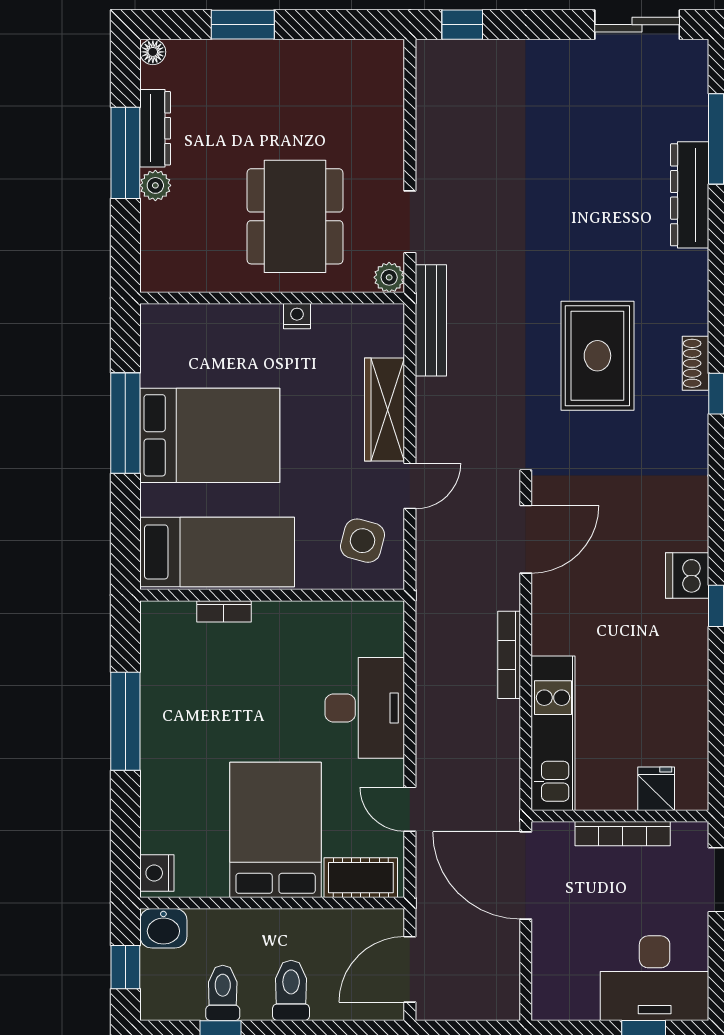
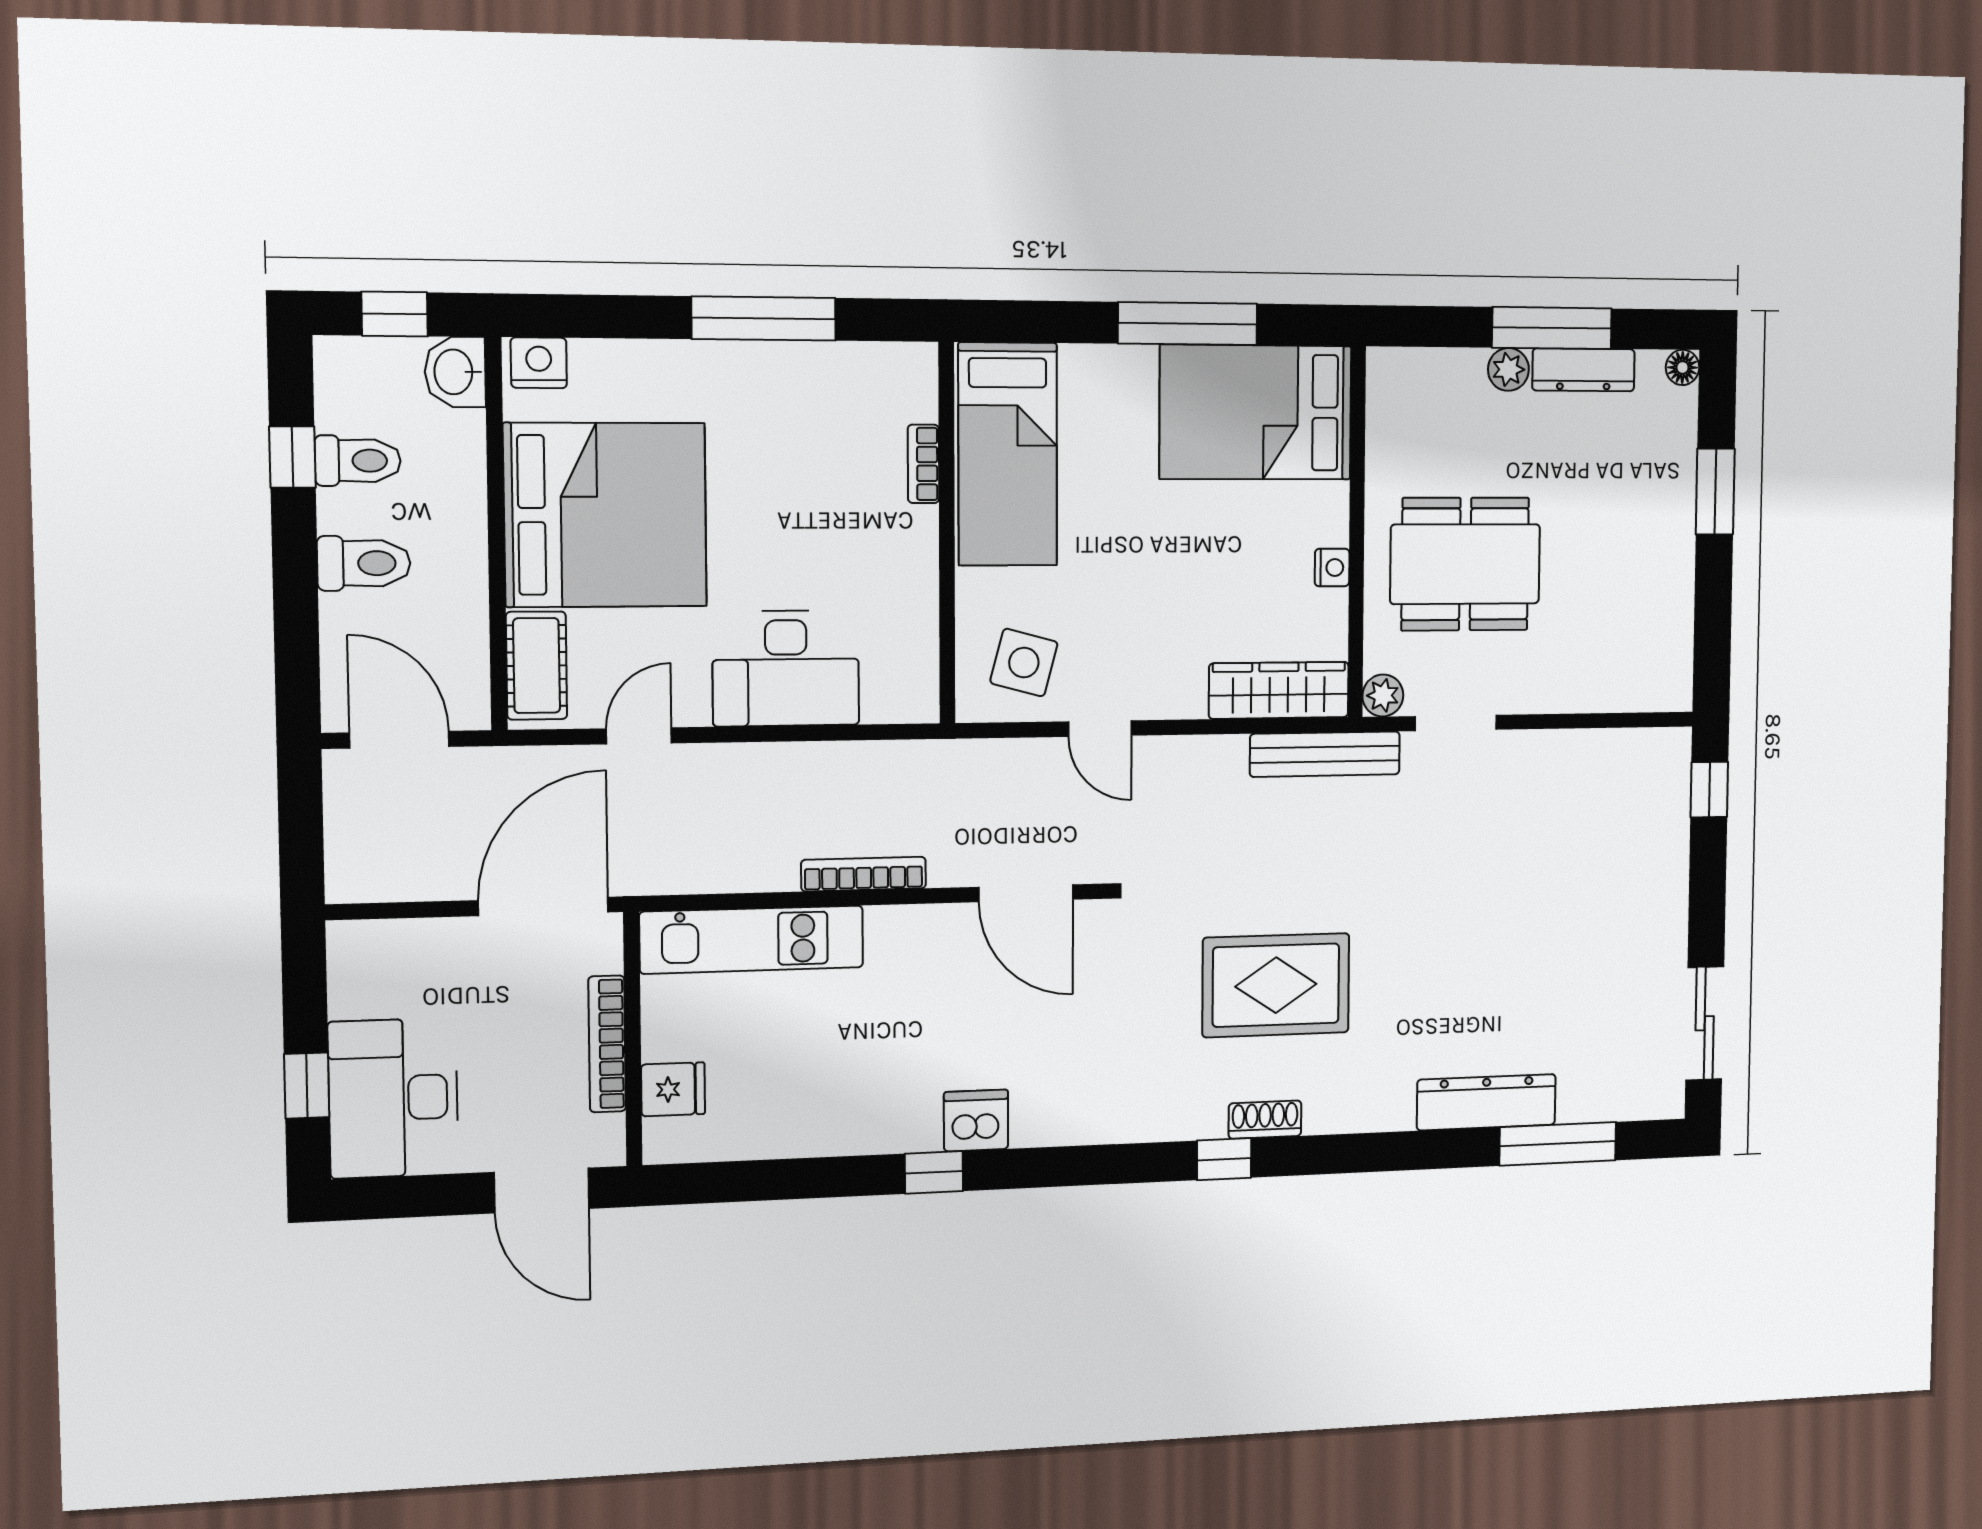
wardrobe: (384, 409) -> (1279, 690), moved
bed: (210, 435) -> (1256, 412), moved, turned 90
bed: (276, 830) -> (605, 515), width x1.36

